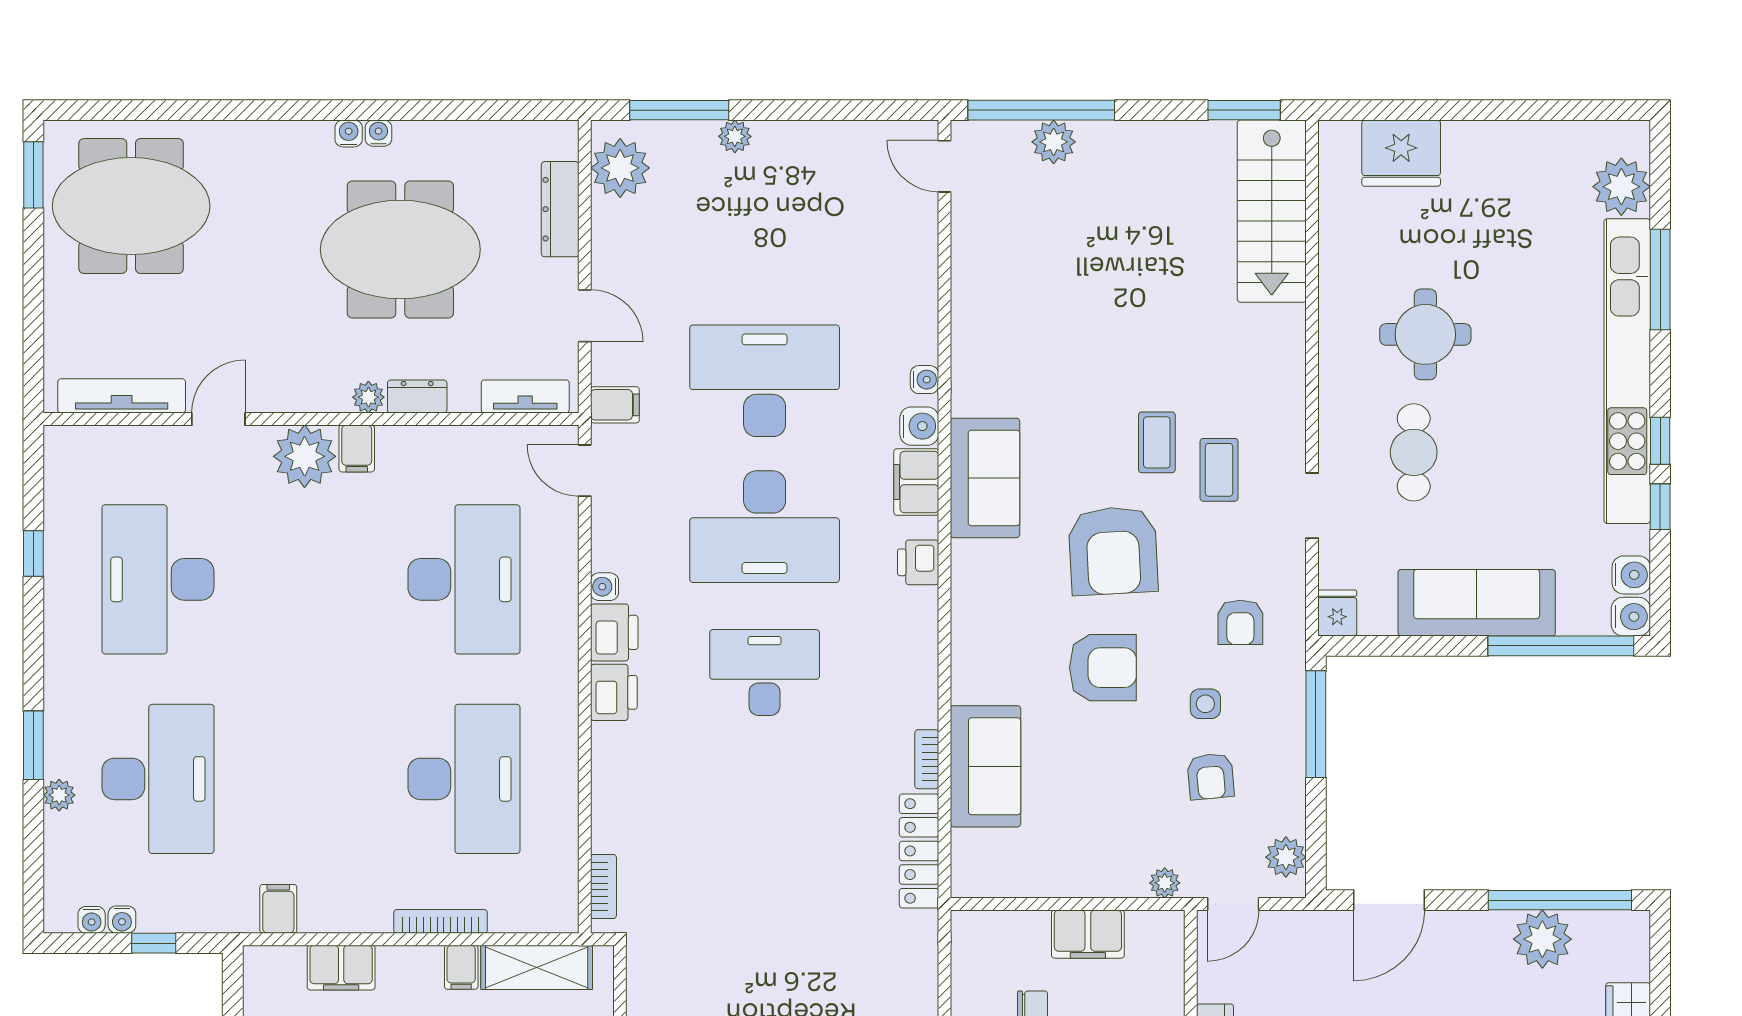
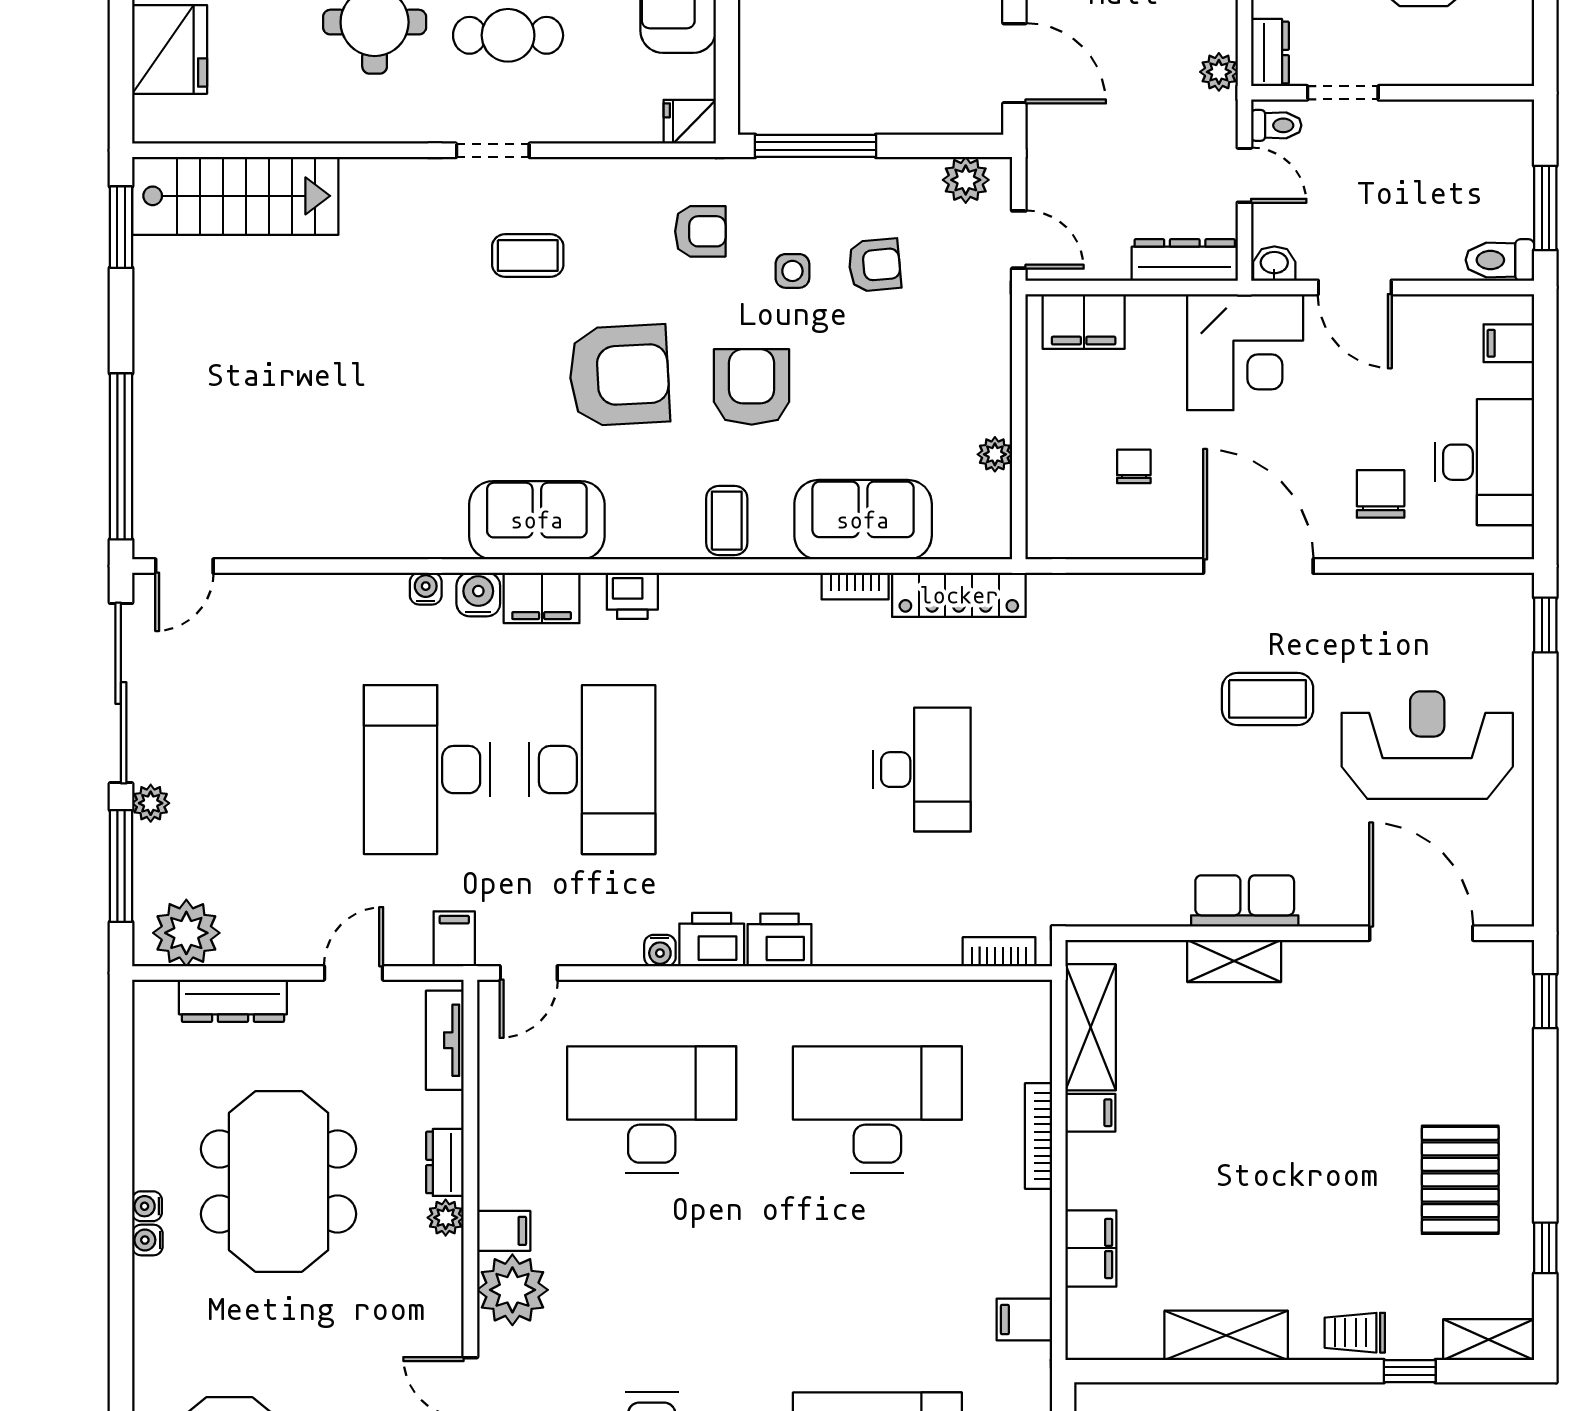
sliding door: (832, 110) -> (121, 693), added
plant: (1054, 142) -> (157, 443), removed
coffee table: (1157, 442) -> (727, 521), moved, turned 90
doorway: (1312, 506) -> (493, 150), moved
desk: (765, 672) -> (922, 770), moved, turned 180
plant: (1165, 883) -> (995, 454), moved
filing cabinet: (1088, 934) -> (1084, 321), moved, turned 90

